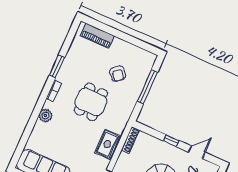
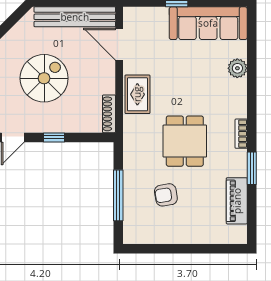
piano: (97, 36) -> (237, 201), moved, turned -90
armchair: (118, 74) -> (166, 195), turned -60
plant: (45, 115) -> (237, 68), moved

